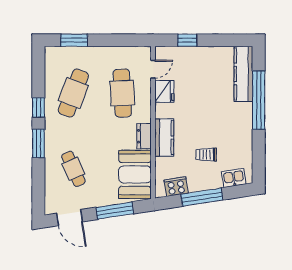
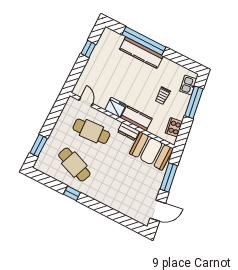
window: (187, 40) -> (88, 49), moved
kitchen counter: (243, 74) -> (141, 53), moved
fridge: (164, 91) -> (115, 107), moved
window: (38, 143) -> (96, 206), removed
cafe table: (73, 169) -> (126, 191), removed
window: (202, 197) -> (194, 102), moved

